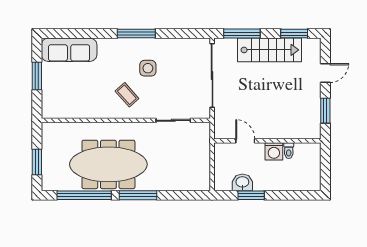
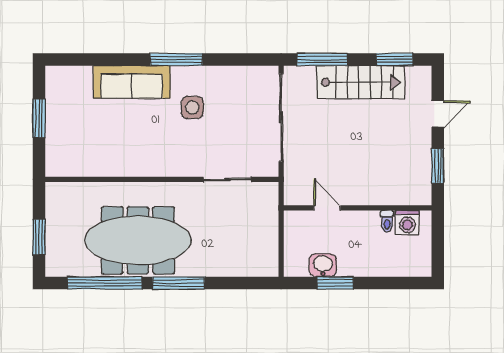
sofa: (69, 50) -> (132, 82), moved
coffee table: (127, 95) -> (163, 144), removed
washing machine: (274, 151) -> (407, 222), moved

